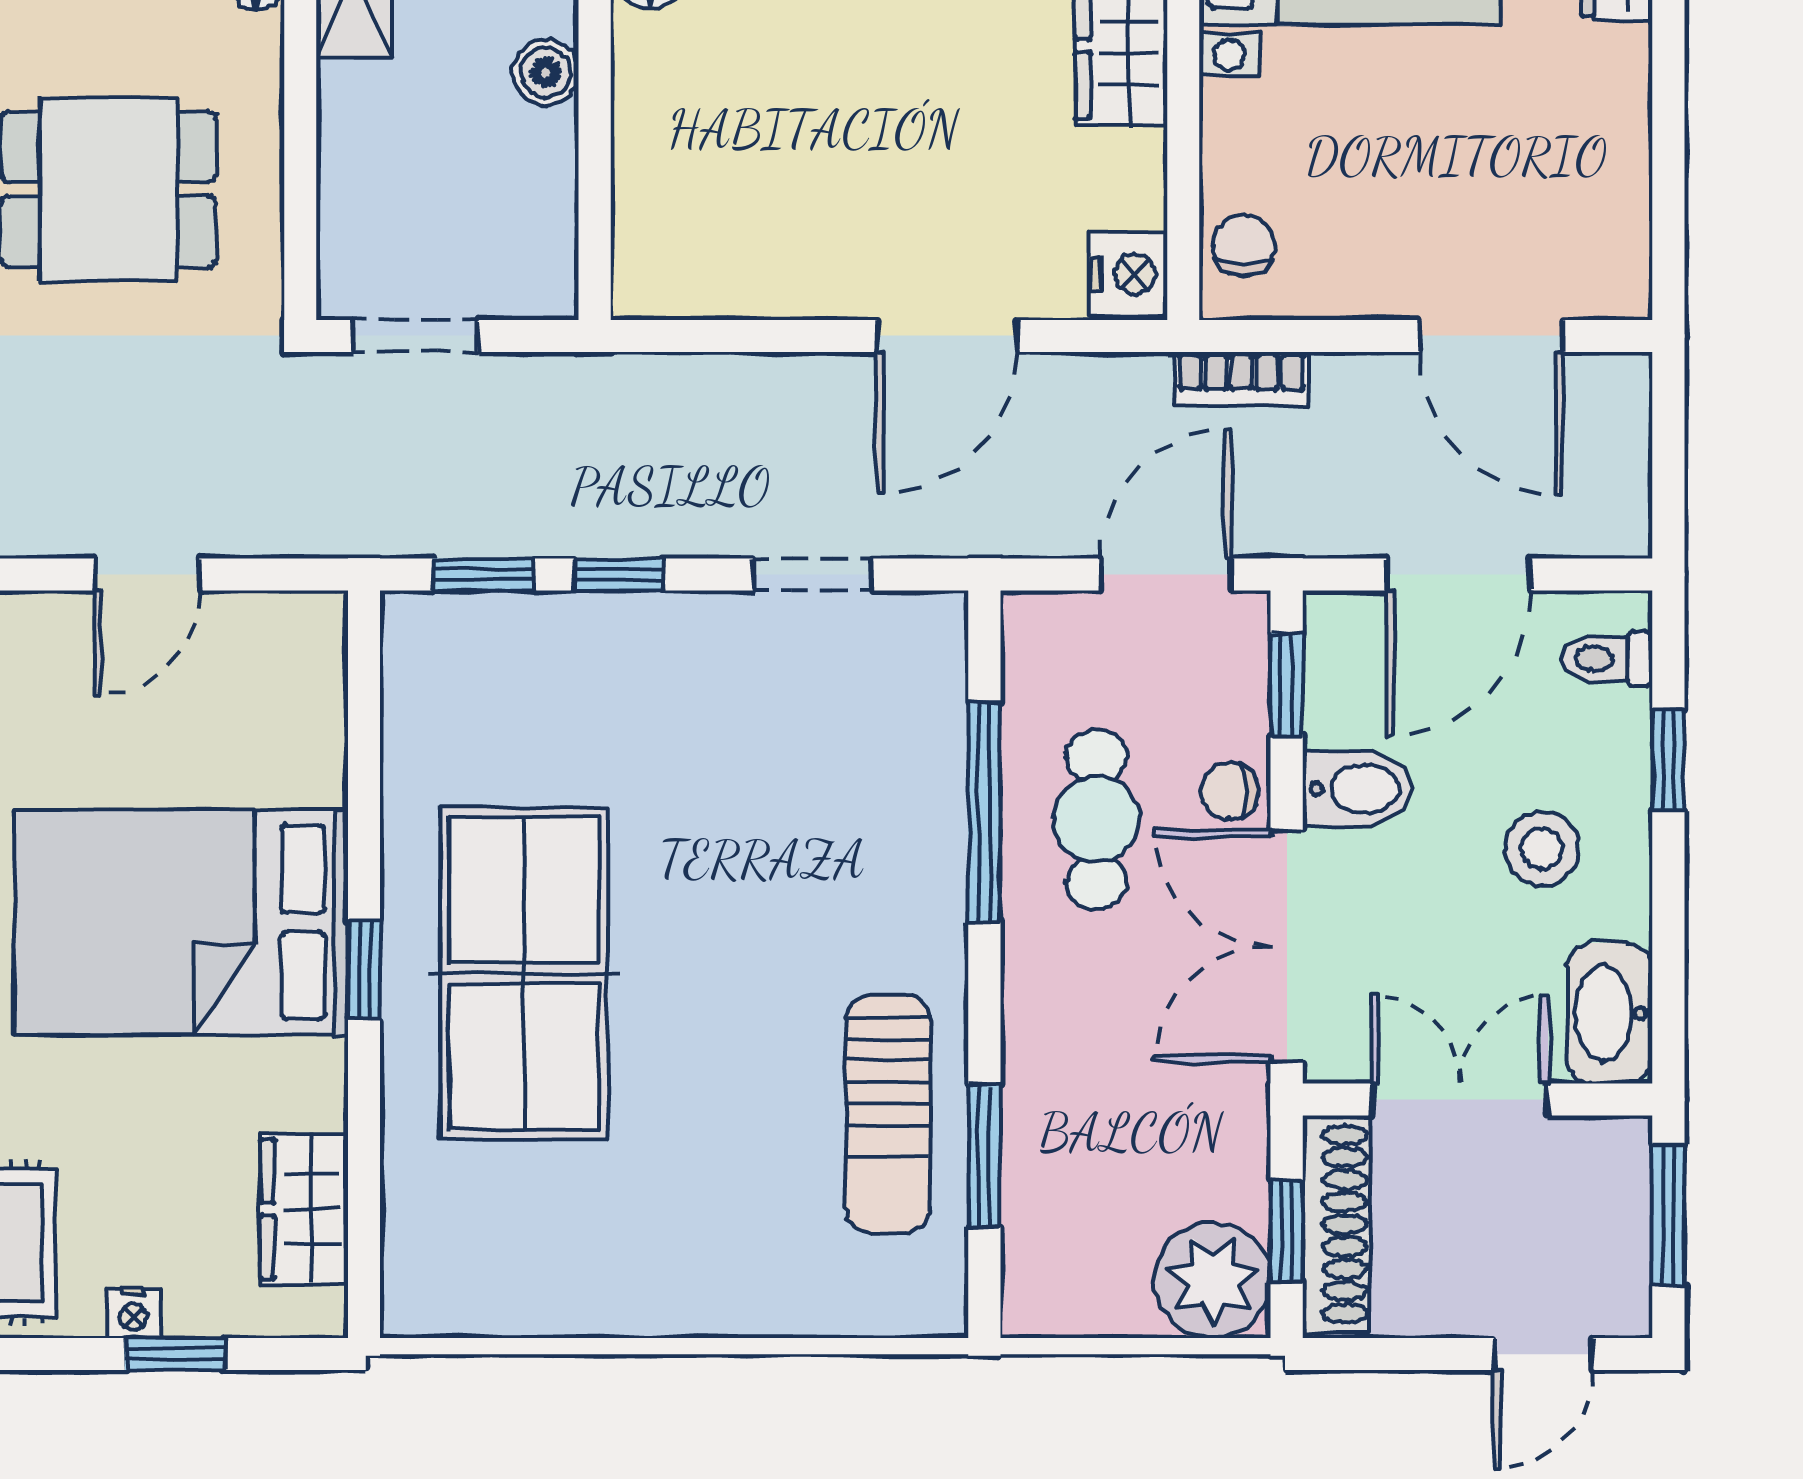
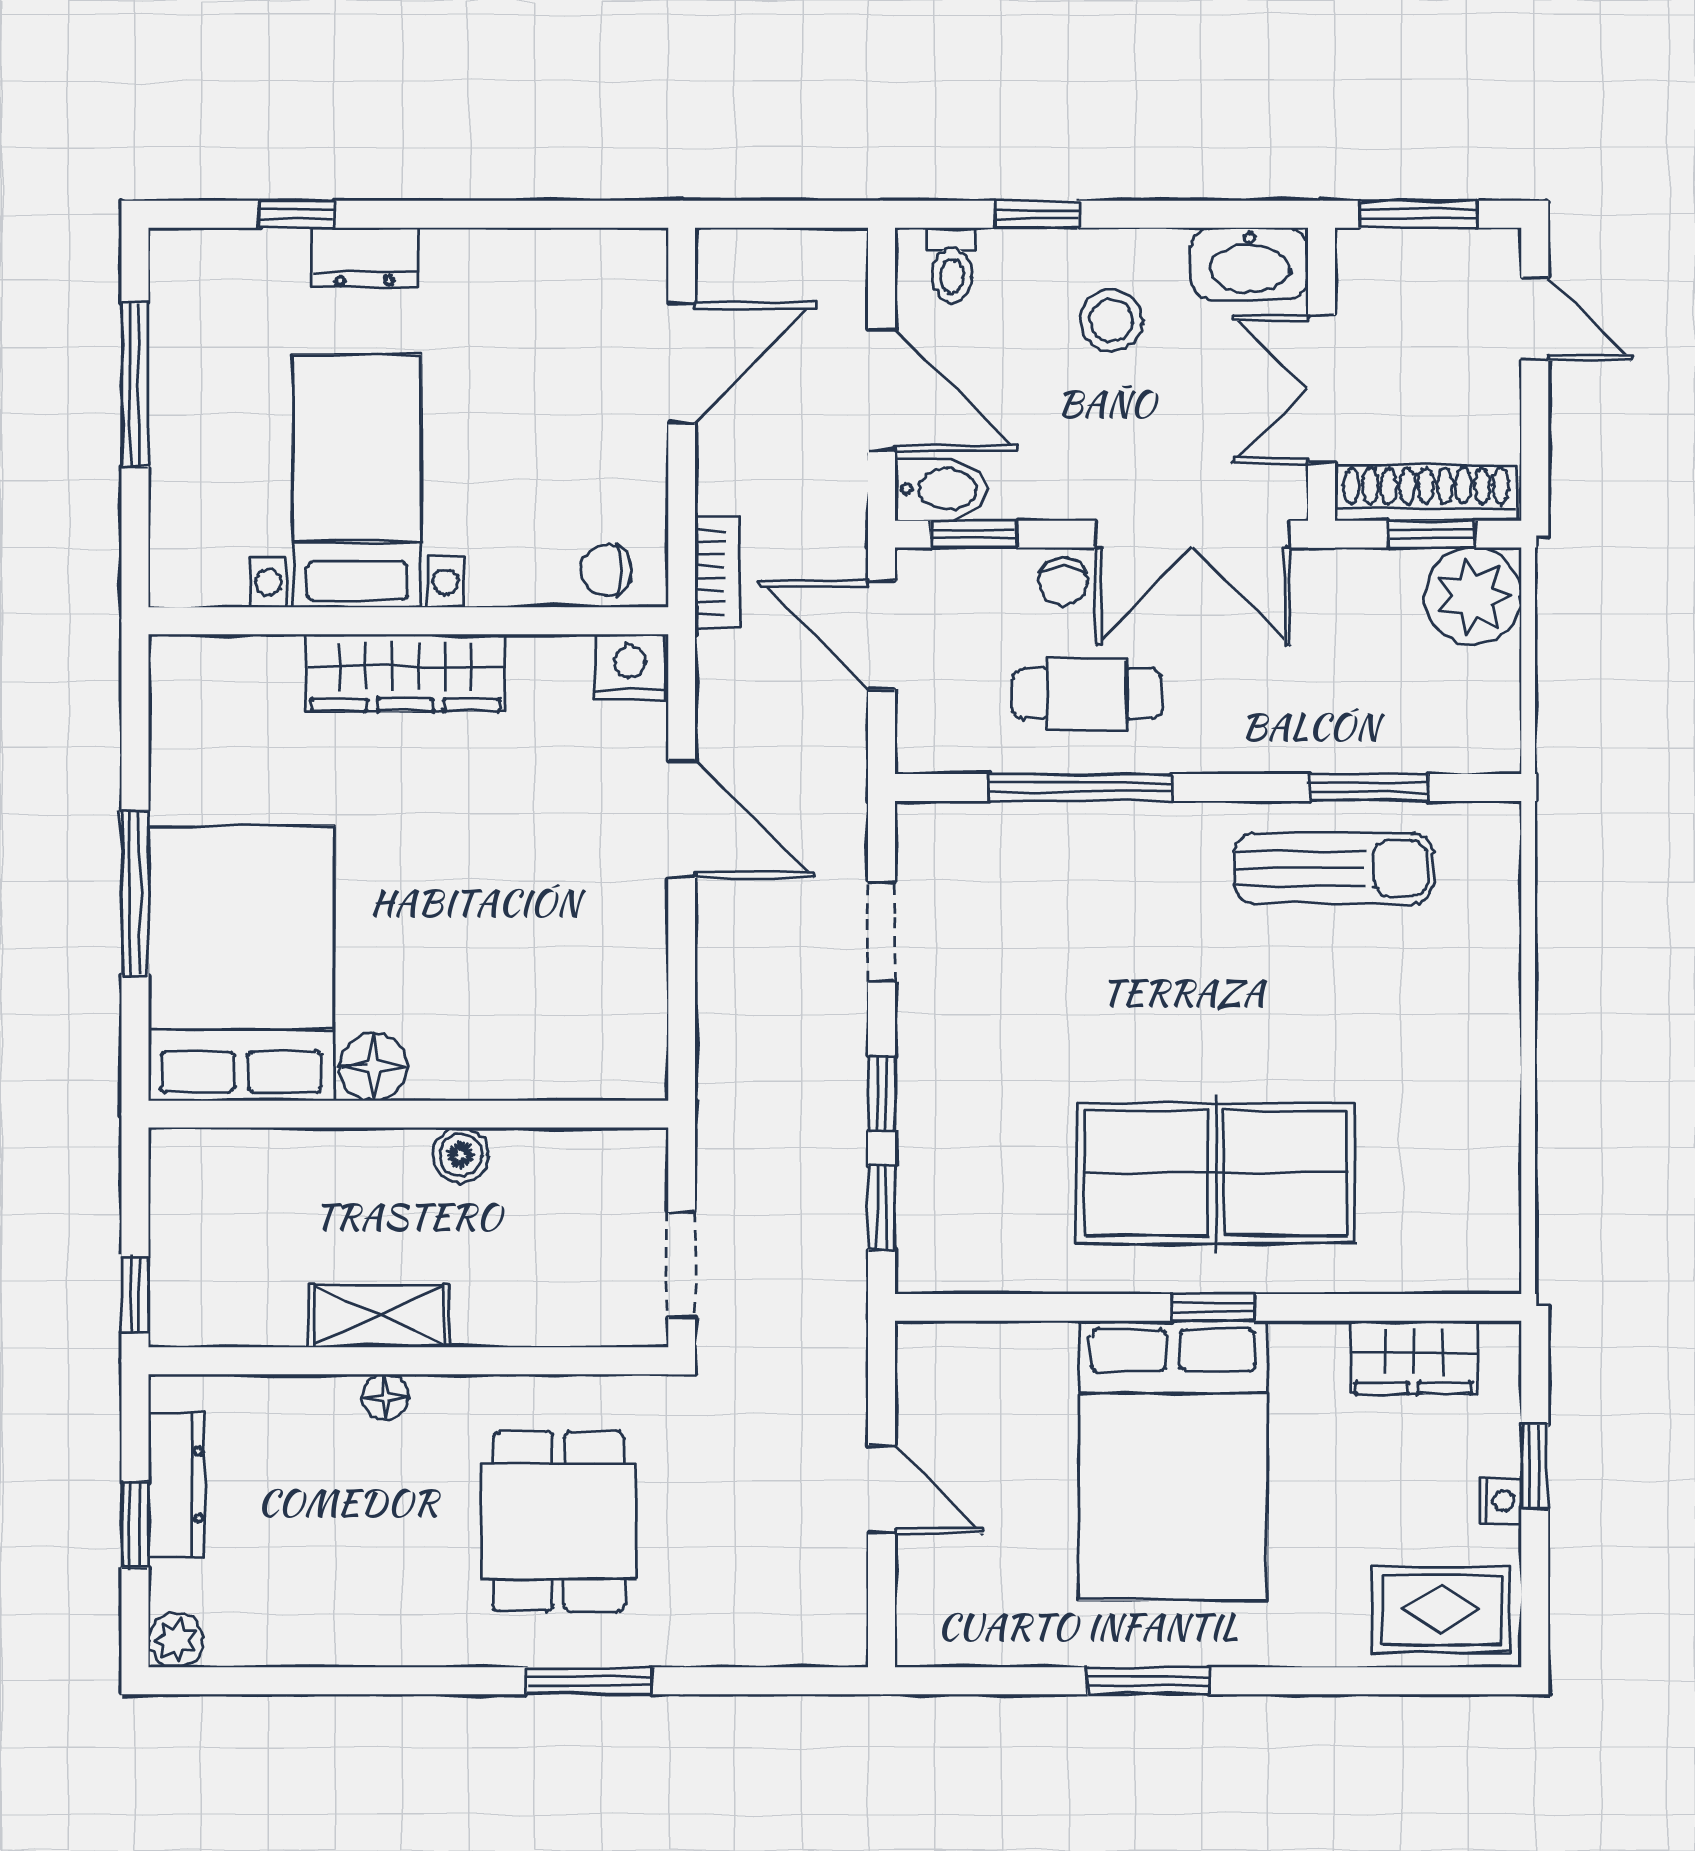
bidet: (1358, 789) -> (941, 489), moved, turned 90

